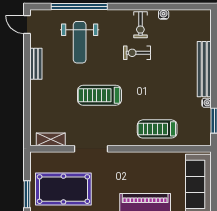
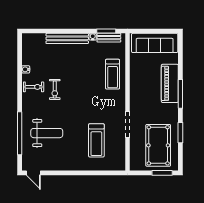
door: (27, 25) -> (33, 173), hinge flipped
bench: (36, 64) -> (109, 38), moved
treadmill: (99, 95) -> (96, 140), moved
shelving: (51, 139) -> (120, 155), removed

